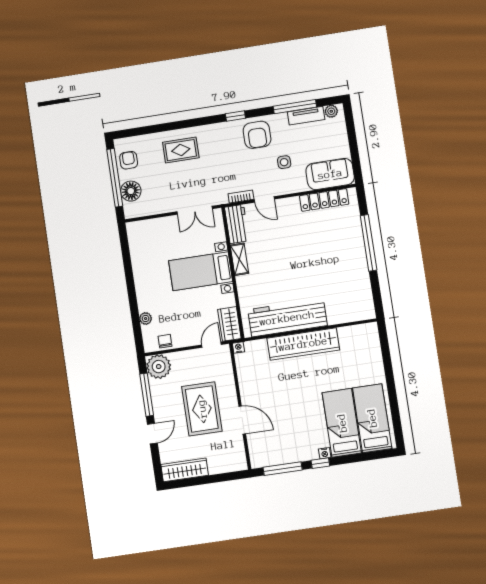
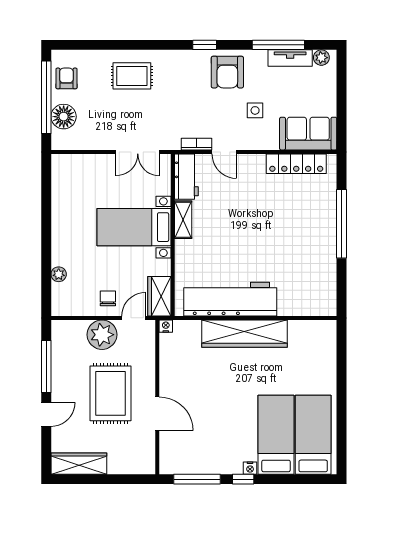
chair: (165, 341) -> (108, 298), moved
plant: (159, 367) -> (102, 335), moved

